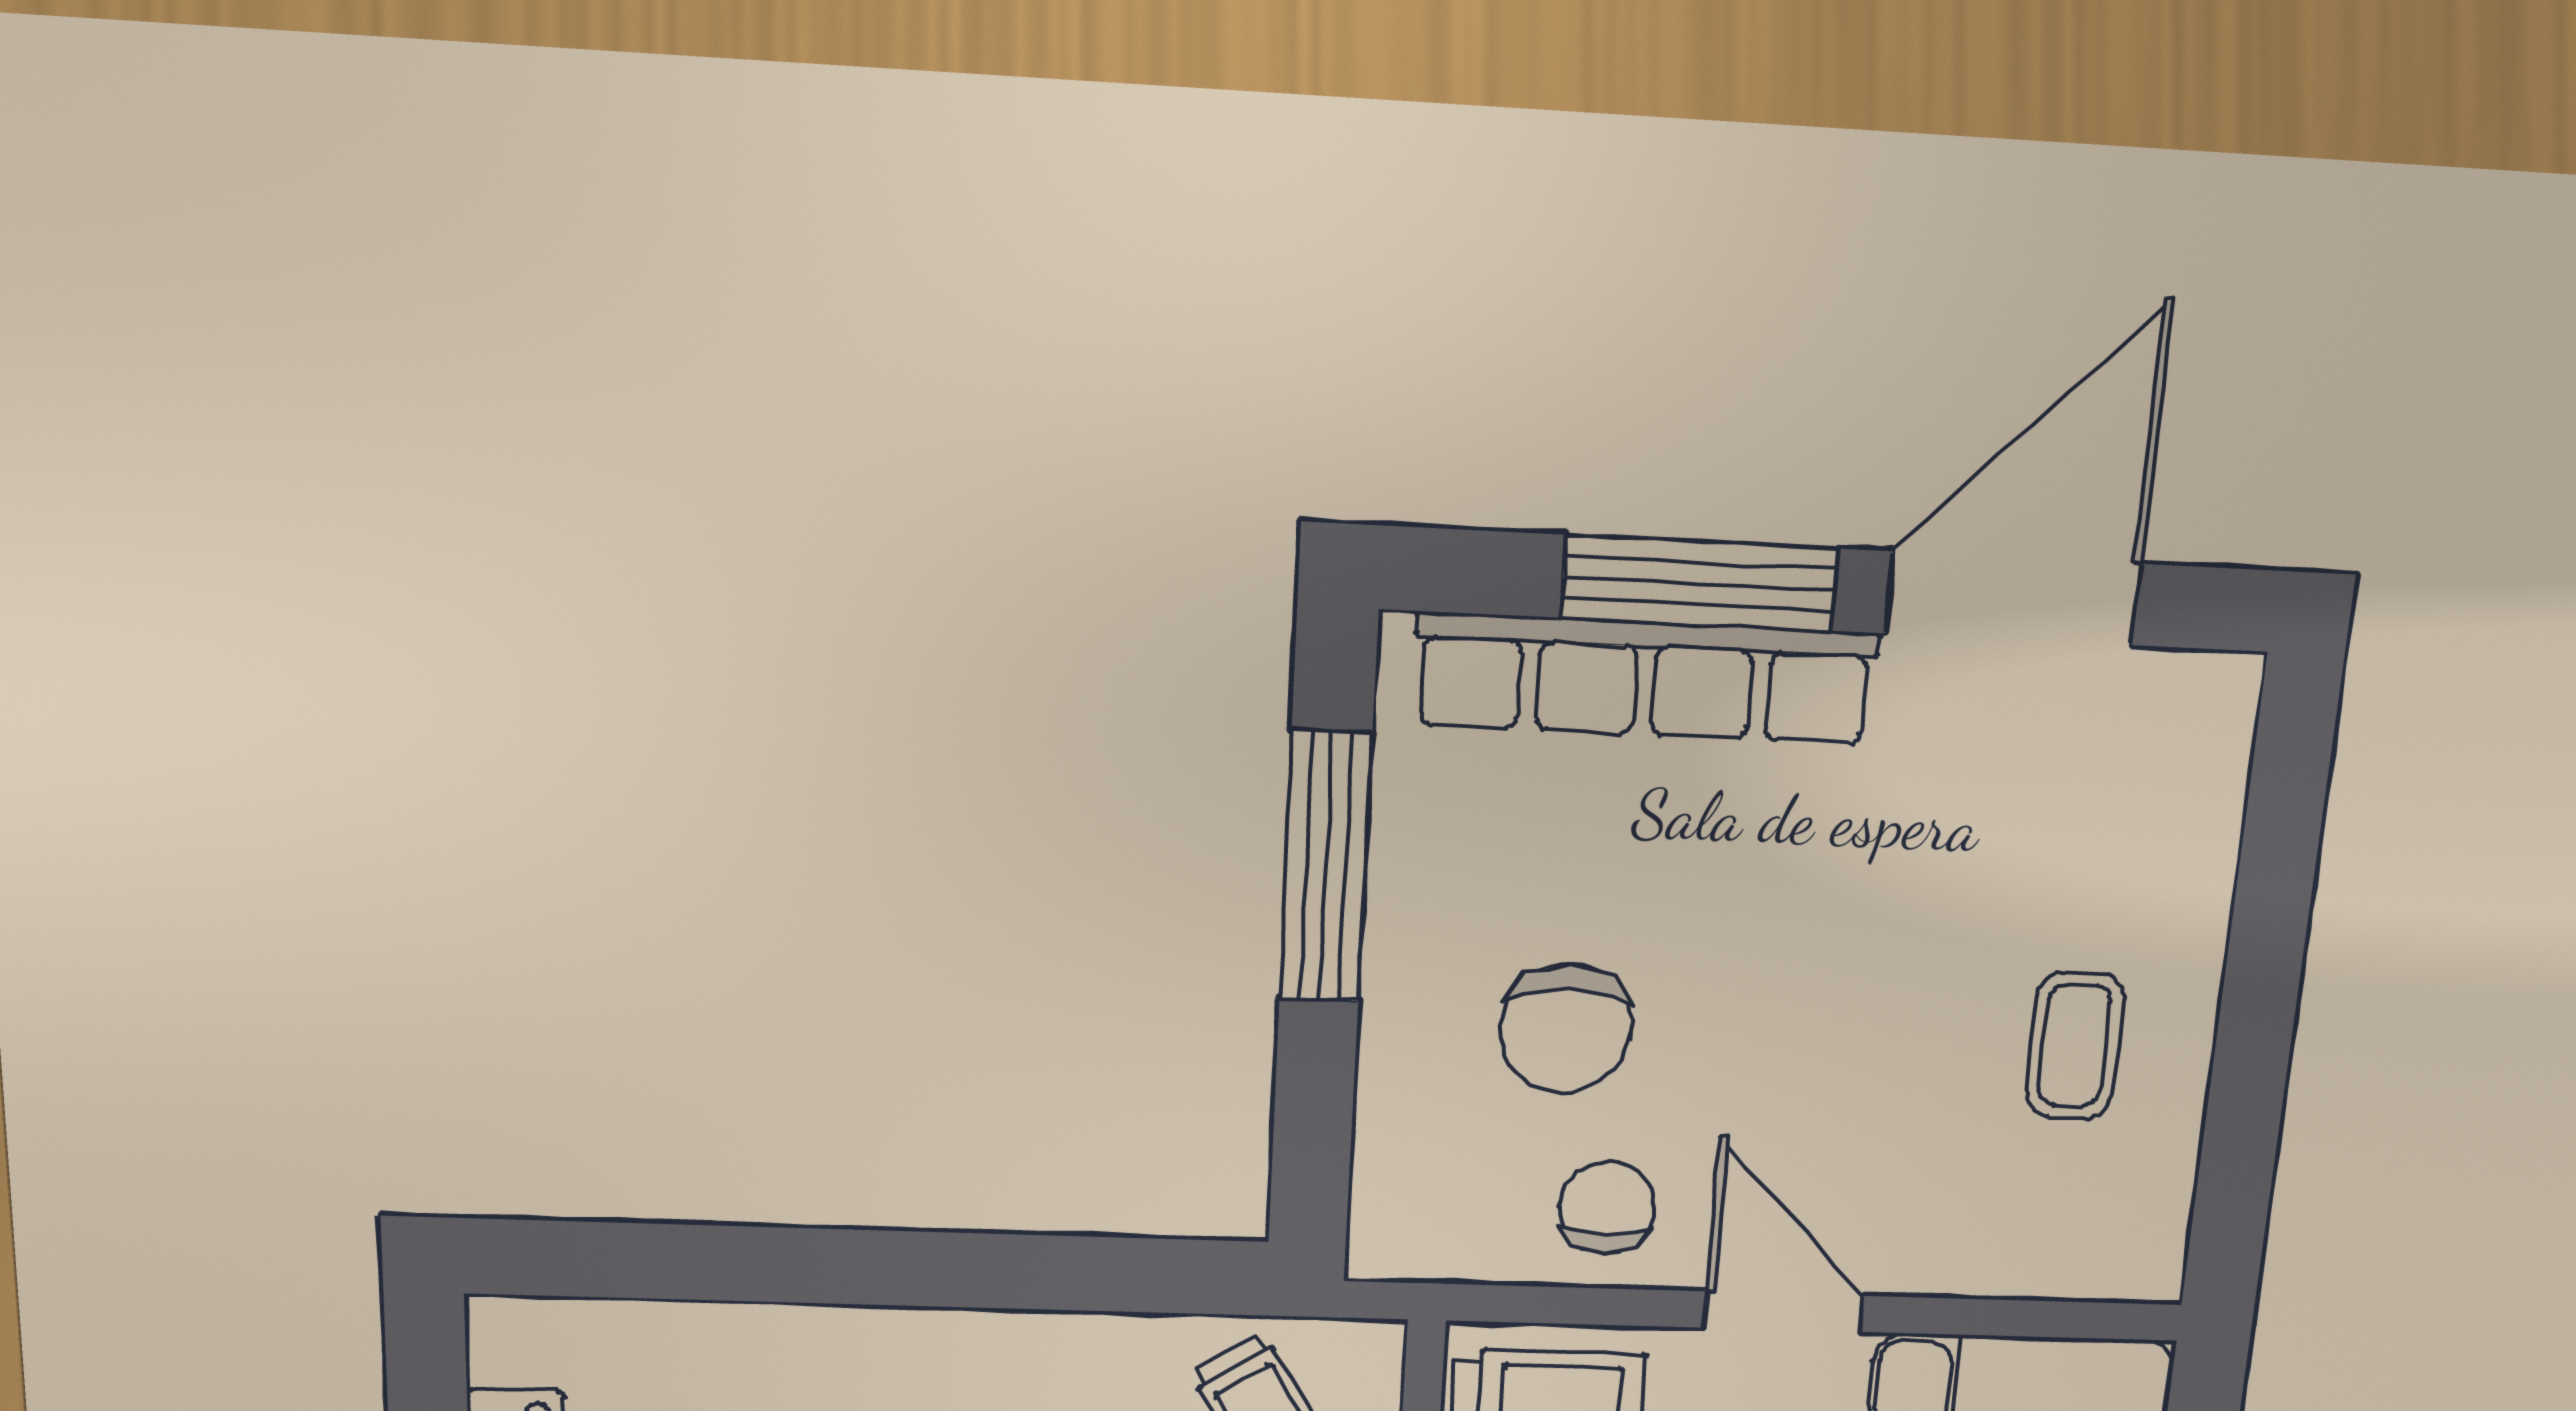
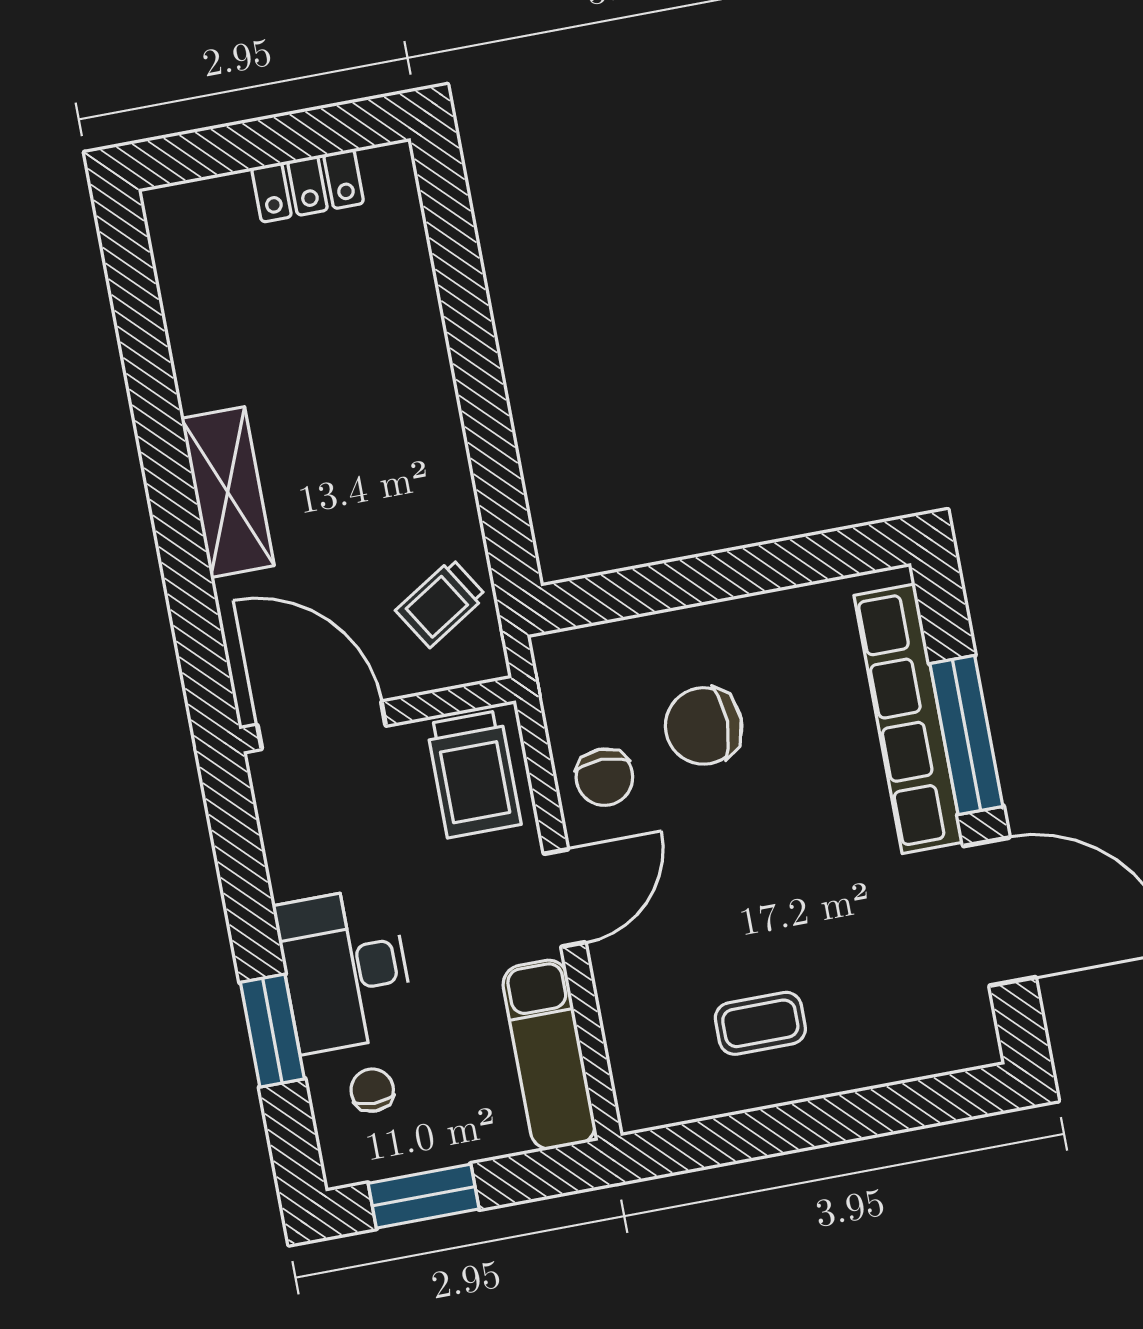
window: (1325, 867) -> (764, 568), removed
chair: (1607, 1208) -> (604, 777), turned 90

